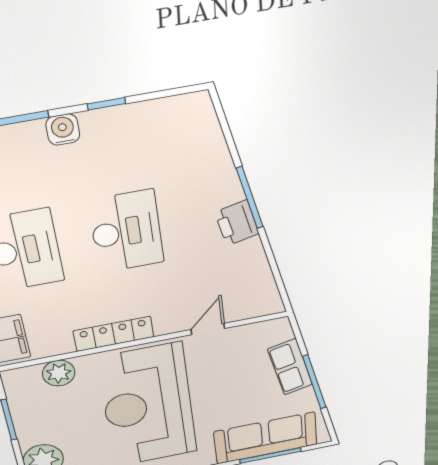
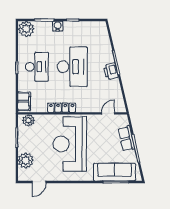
desk: (126, 232) -> (72, 67), width x1.36, depth x1.30
door: (208, 329) -> (108, 113), moved
plant: (59, 373) -> (29, 120), moved

